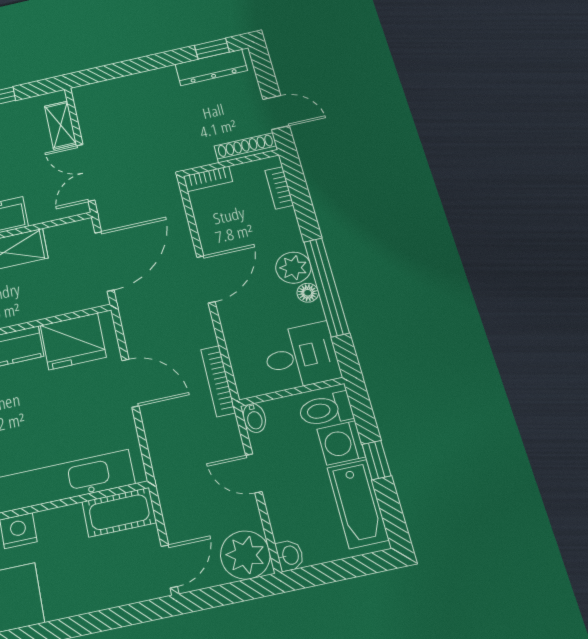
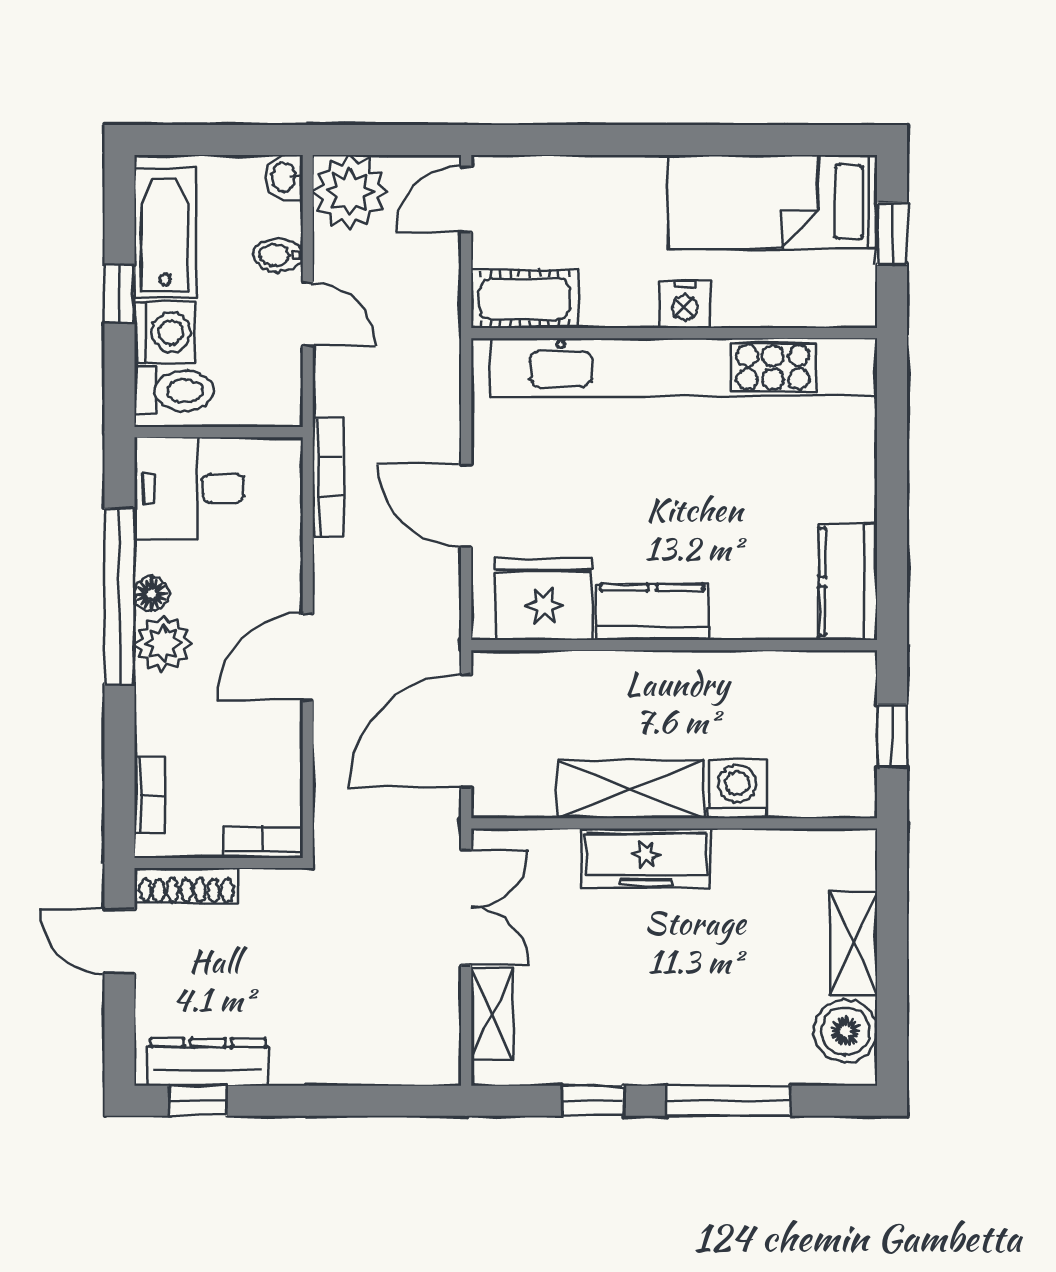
bidet: (254, 418) -> (278, 255), moved, turned -90

